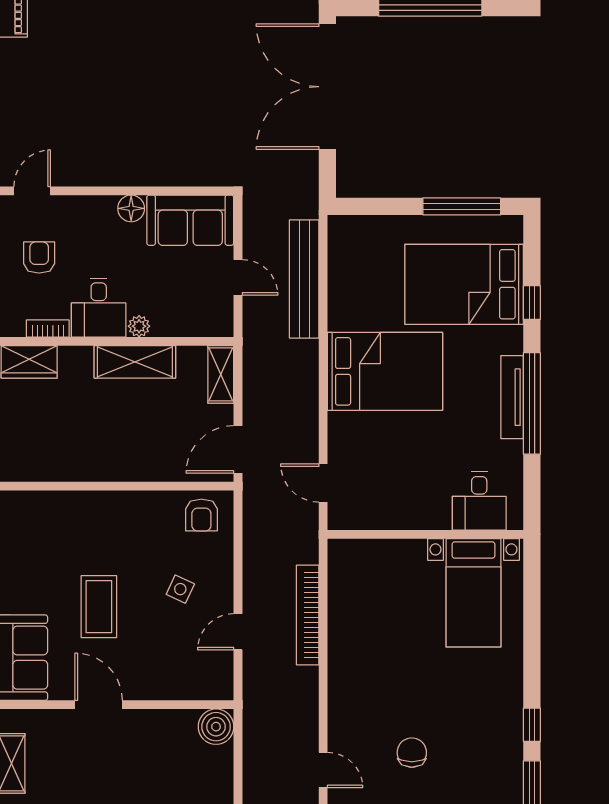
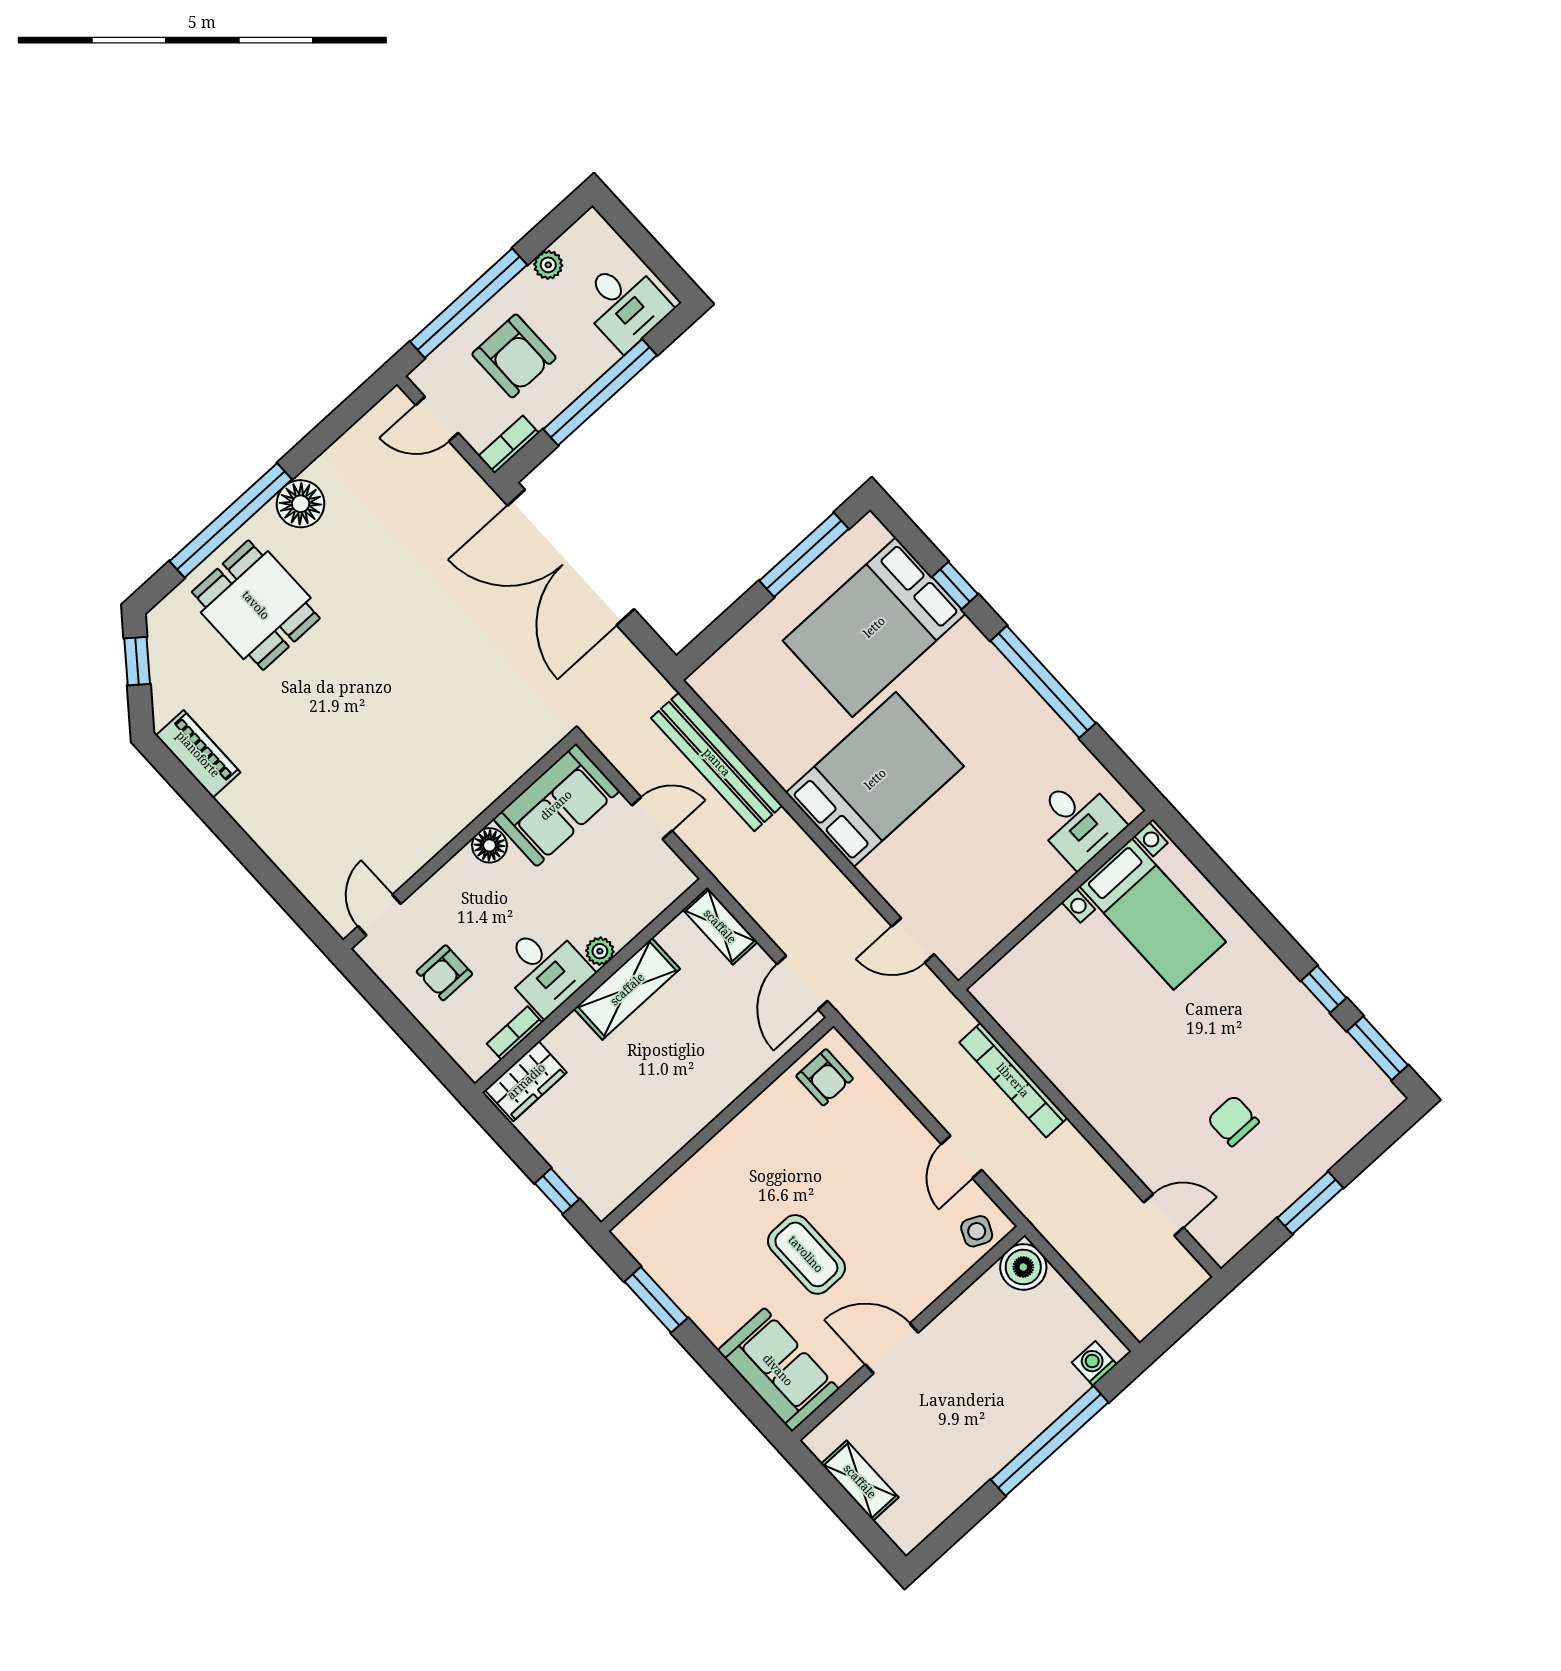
armchair: (39, 258) -> (444, 973), turned -90
tv unit: (512, 397) -> (1019, 693), removed
side table: (180, 589) -> (977, 1231), moved

